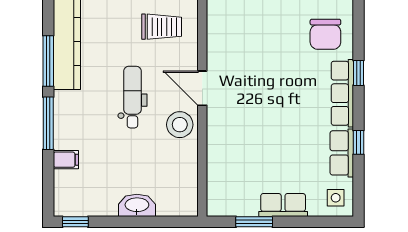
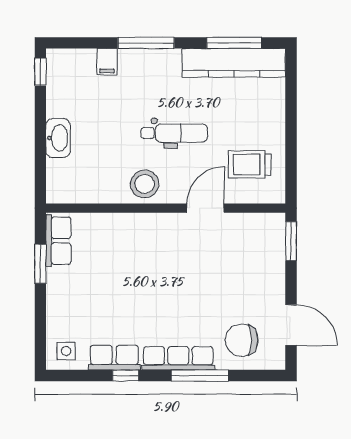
trolley: (162, 27) -> (250, 164), turned 90
window: (48, 61) -> (234, 43), moved
window: (358, 73) -> (200, 376), width x2.17
door: (202, 88) -> (206, 208), moved
row of seats: (283, 205) -> (58, 241), moved

